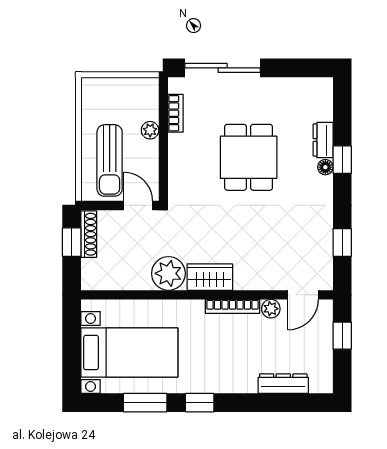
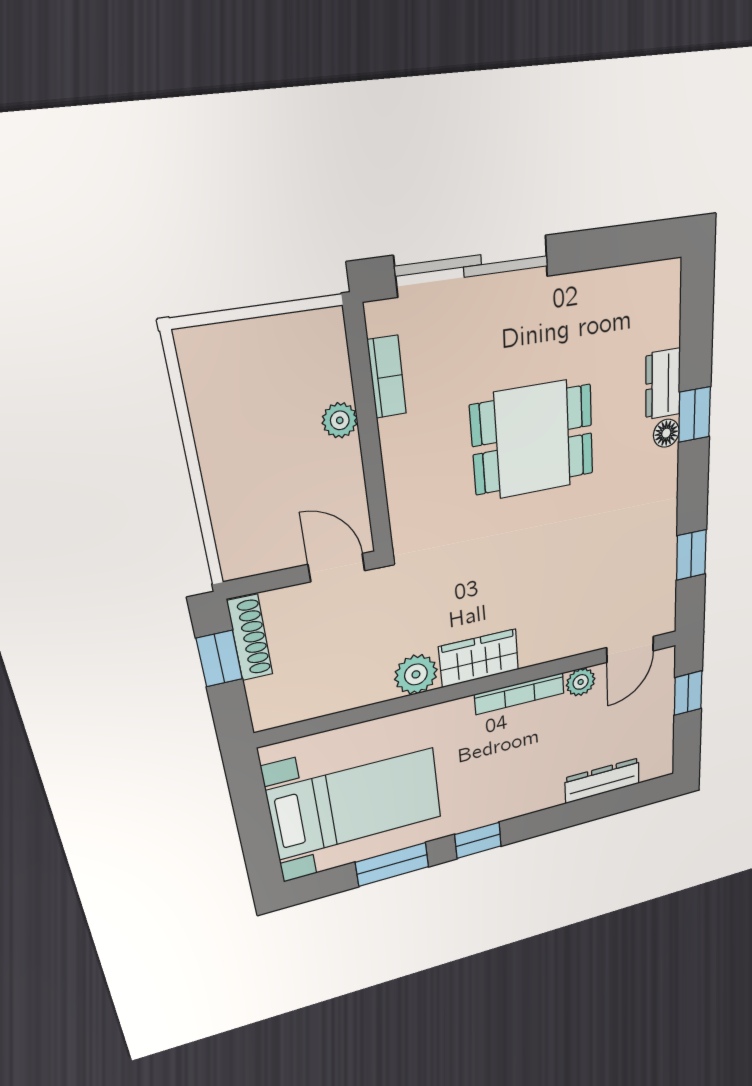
dining table: (249, 157) -> (533, 440), turned 90
sun lounger: (110, 160) -> (267, 495), removed
plant: (168, 273) -> (416, 674), width x0.73, depth x0.73

